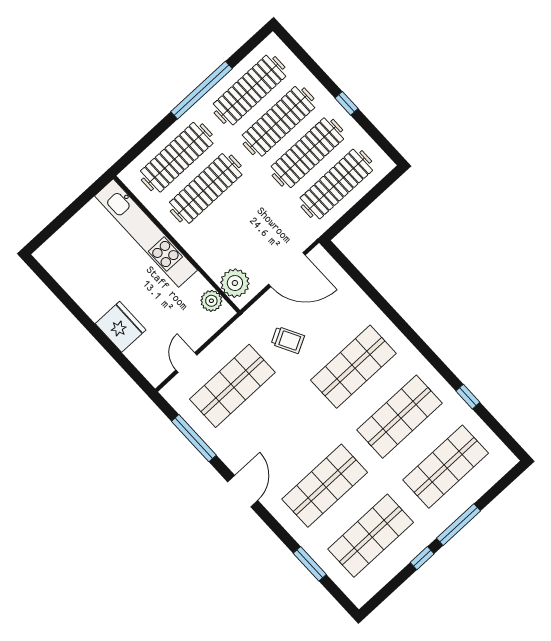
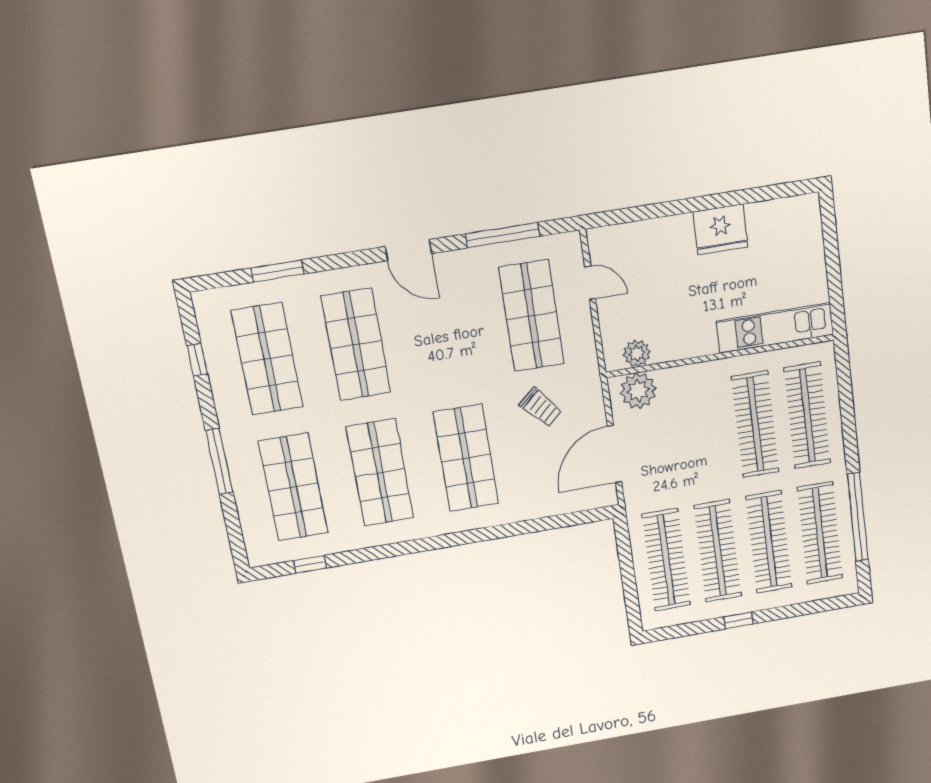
window: (202, 90) -> (858, 517), moved
kitchen unit: (146, 233) -> (775, 328), width x0.73
fridge: (121, 327) -> (720, 229), moved
trolley: (288, 340) -> (541, 407), turned -104
window: (468, 397) -> (310, 564), moved
window: (422, 558) -> (197, 360), moved

